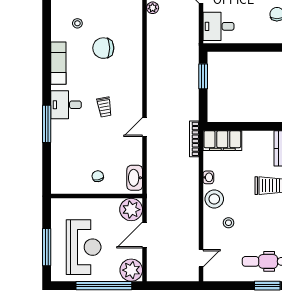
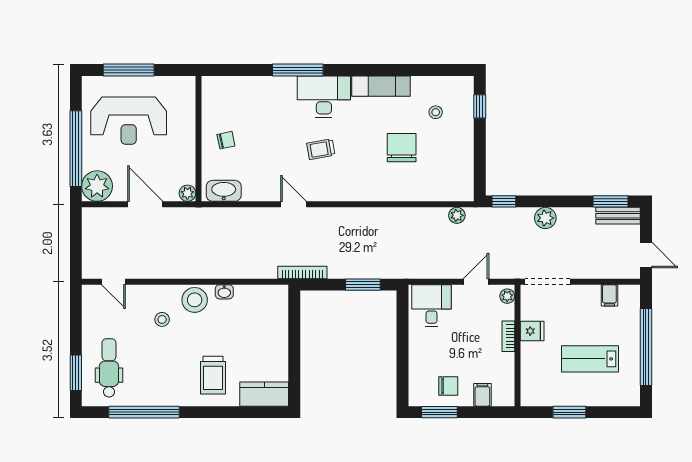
desk: (66, 105) -> (324, 97), width x1.37
bookcase: (194, 139) -> (302, 272), moved
filing cabinet: (222, 141) -> (275, 311), removed
plant: (131, 210) -> (187, 193), width x0.53, depth x0.53

